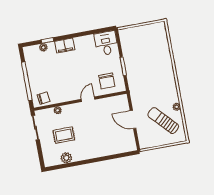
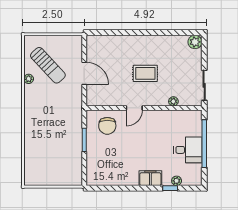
desk: (106, 43) -> (188, 150), moved, turned -90
chair: (107, 81) -> (107, 126), turned 180
chair: (44, 98) -> (188, 119), removed
rug: (64, 135) -> (145, 73), moved
plant: (66, 158) -> (195, 42), moved

